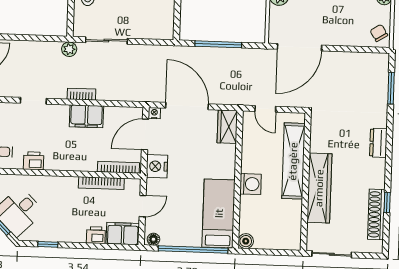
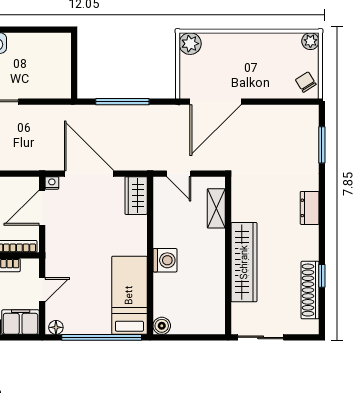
shelving: (293, 161) -> (216, 208), width x0.45, depth x0.75
nightstand: (157, 166) -> (57, 244), removed

